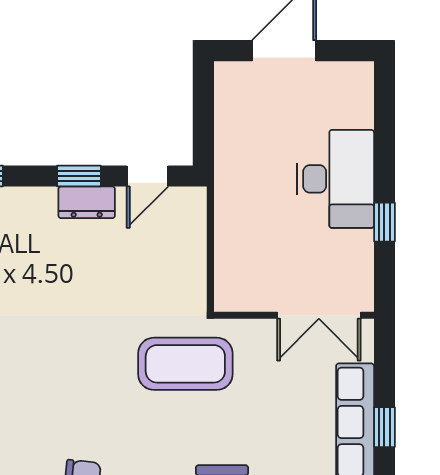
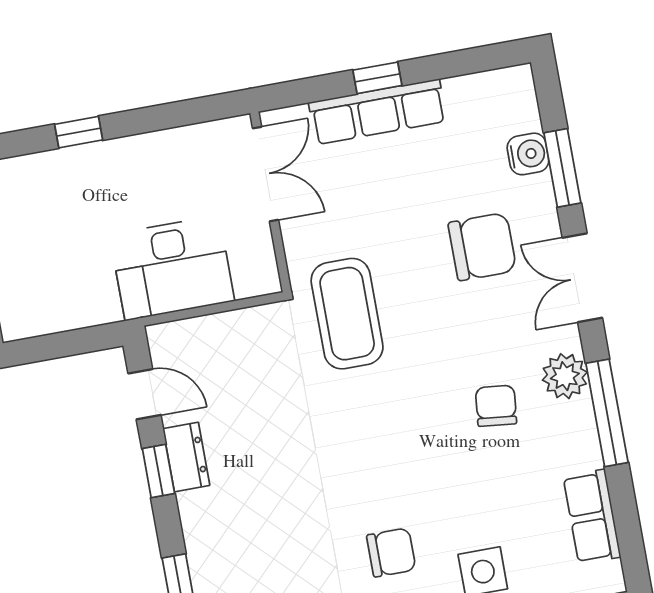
desk: (335, 179) -> (172, 268), moved, turned 180
window: (384, 222) -> (79, 132), moved

